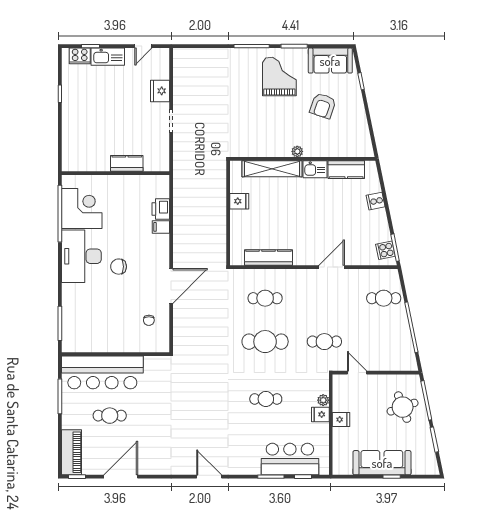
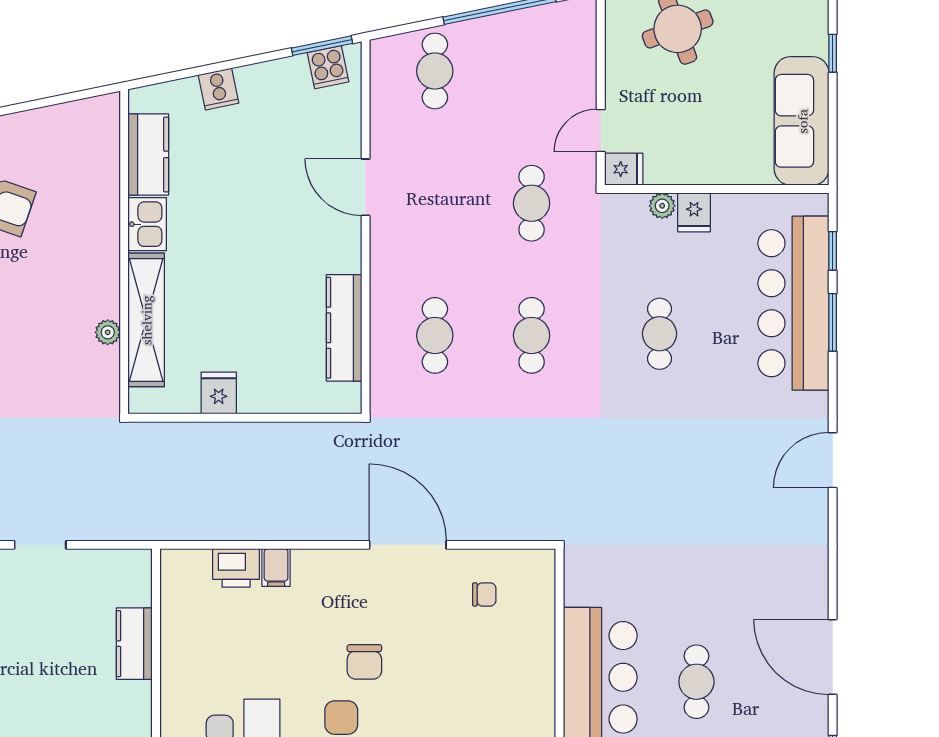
plant: (297, 151) -> (108, 332), moved
cafe table: (265, 342) -> (532, 335), width x0.73, depth x0.74
fridge: (341, 420) -> (624, 169), moved, turned 90
bar counter: (290, 459) -> (793, 303), width x1.36
sofa: (382, 463) -> (802, 121), moved

